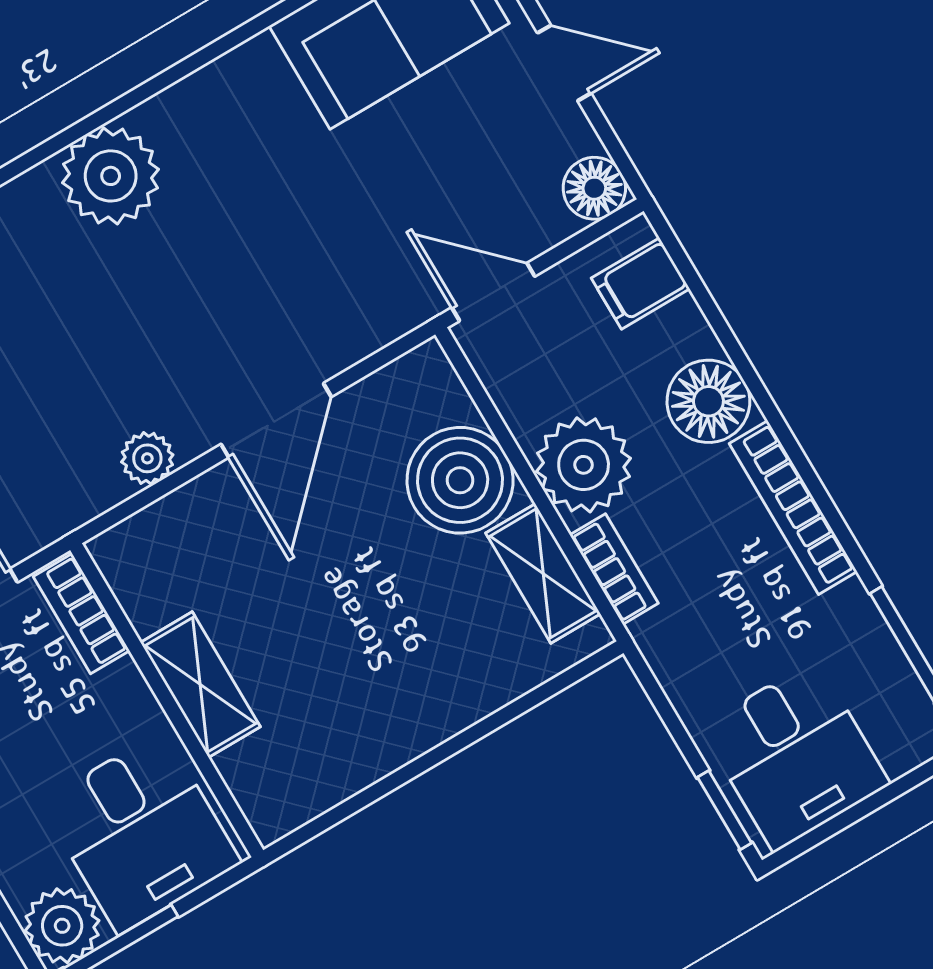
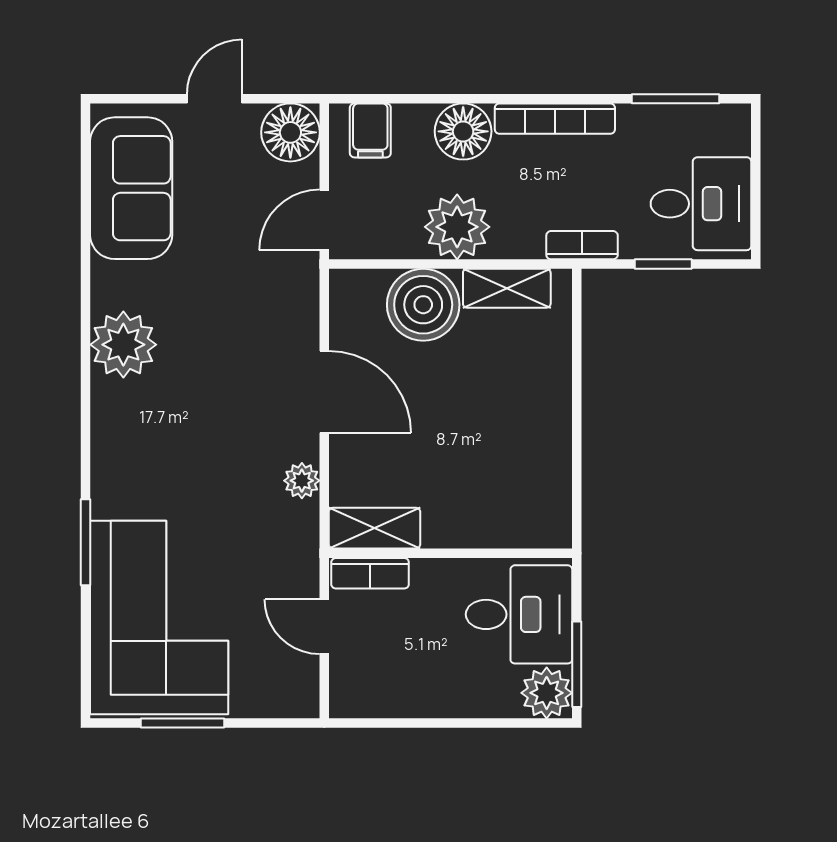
plant: (111, 176) -> (123, 345), moved
floor lamp: (594, 188) -> (290, 132), width x1.38, depth x1.38
bookcase: (614, 569) -> (582, 245), moved
shelving: (200, 685) -> (374, 528), moved
window: (724, 810) -> (663, 264), moved

